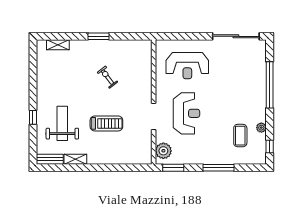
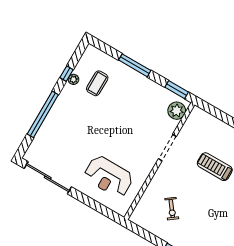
reception desk: (187, 66) -> (109, 177), turned 180
exercise bike: (107, 77) -> (172, 209), moved
reception desk: (187, 113) -> (135, 133), removed
window: (270, 147) -> (66, 74), moved

